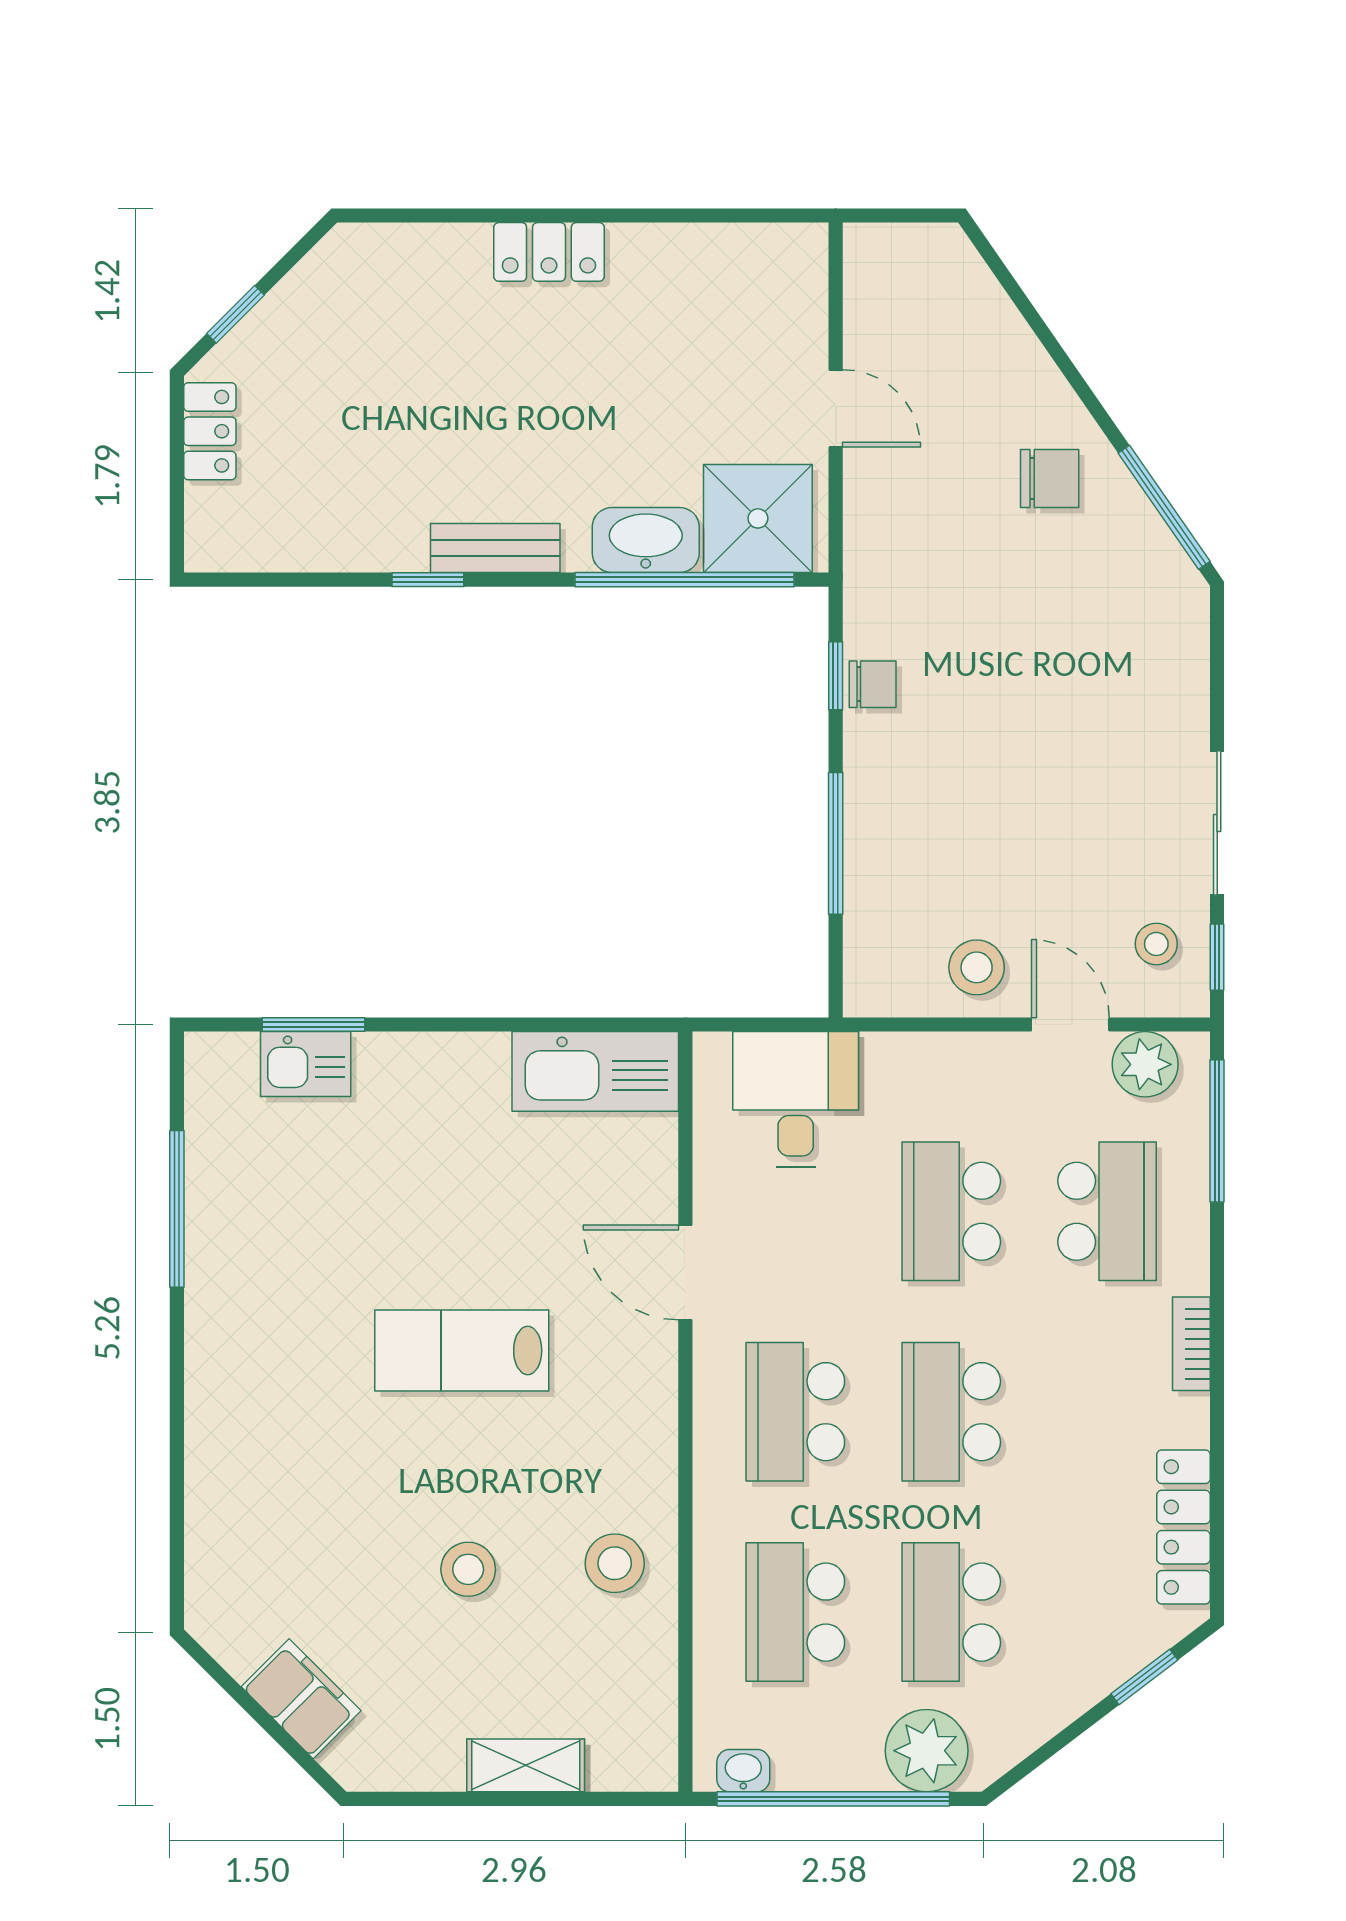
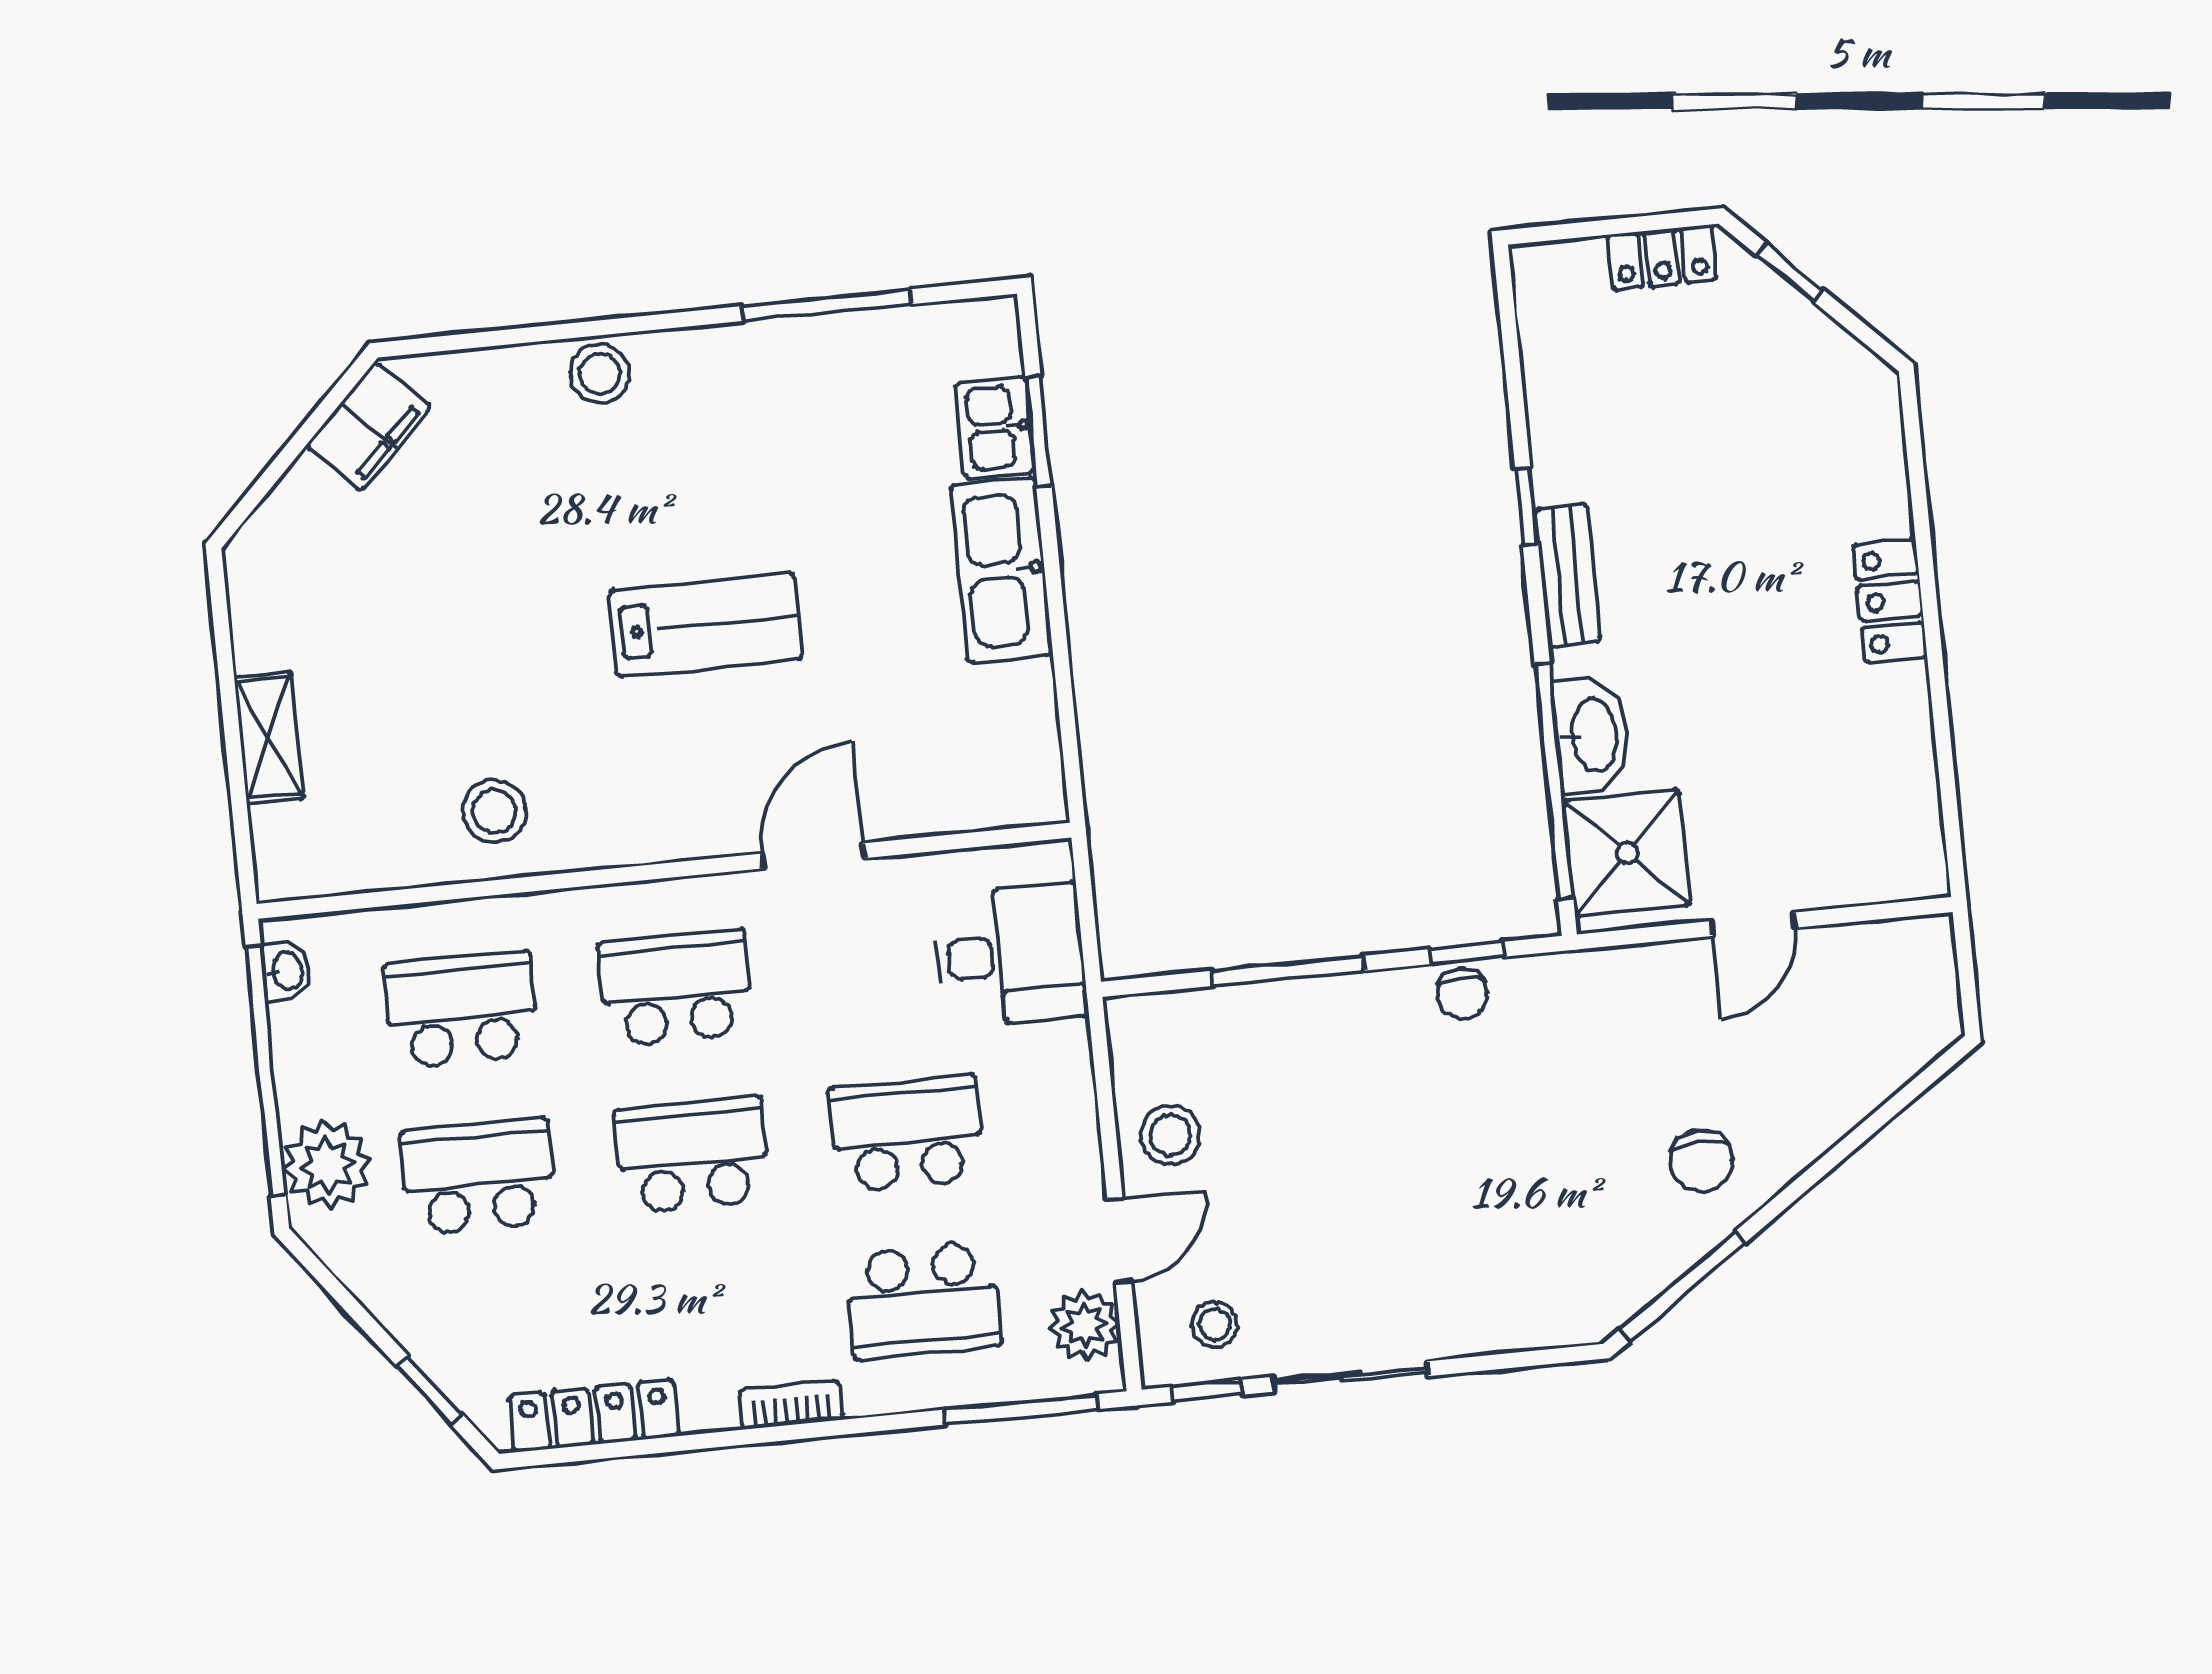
kitchen sink: (595, 1071) -> (1002, 570), moved
lab bench: (462, 1351) -> (706, 625), turned 90
stool: (468, 1569) -> (600, 374), moved
filing cabinet: (301, 1699) -> (368, 426), moved

